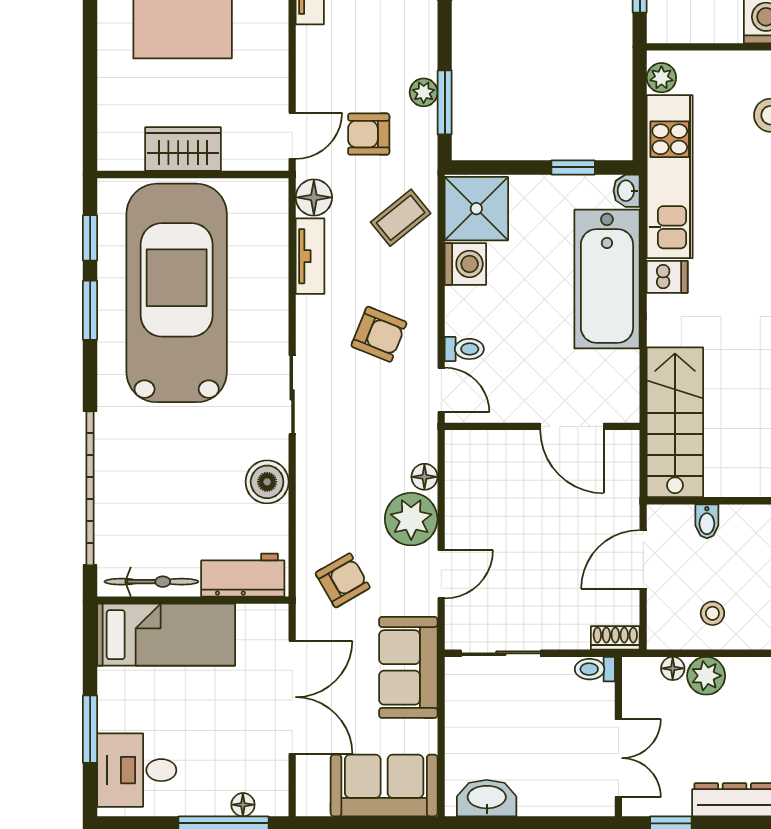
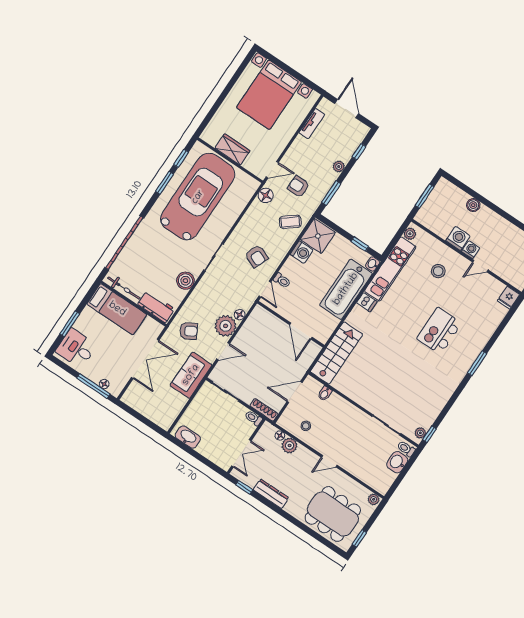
plant: (424, 92) -> (339, 167), moved
tv unit: (310, 256) -> (251, 214), removed
shoe rack: (615, 638) -> (264, 410), width x1.43
sofa: (384, 785) -> (156, 410), removed

